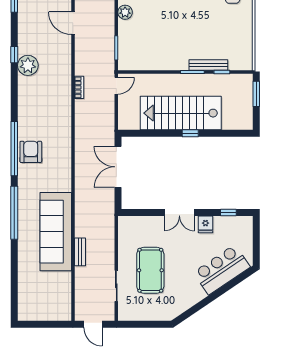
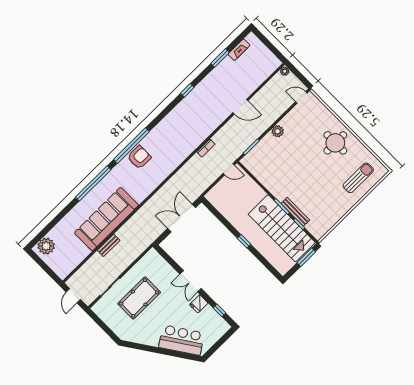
door: (73, 23) -> (240, 107), swing flipped
plant: (28, 65) -> (46, 246), moved
stairs: (181, 113) -> (282, 228), moved, turned 180

